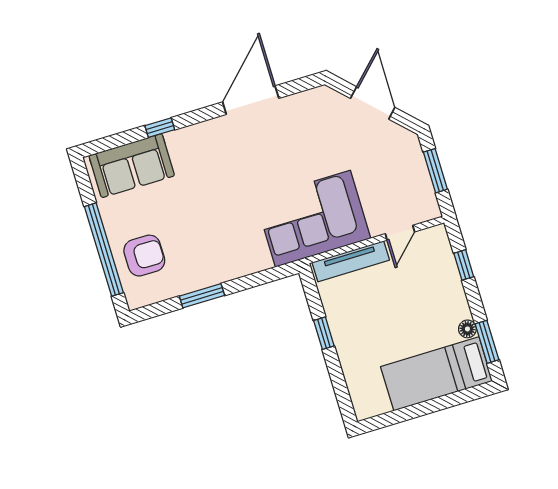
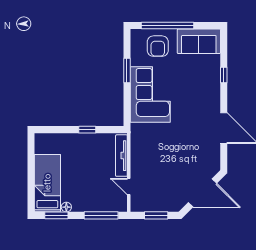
door: (373, 103) -> (202, 193), width x1.36
sofa: (132, 166) -> (199, 41), moved, turned -90
corner sofa: (313, 219) -> (150, 94), moved
window: (464, 265) -> (101, 215), width x2.17

